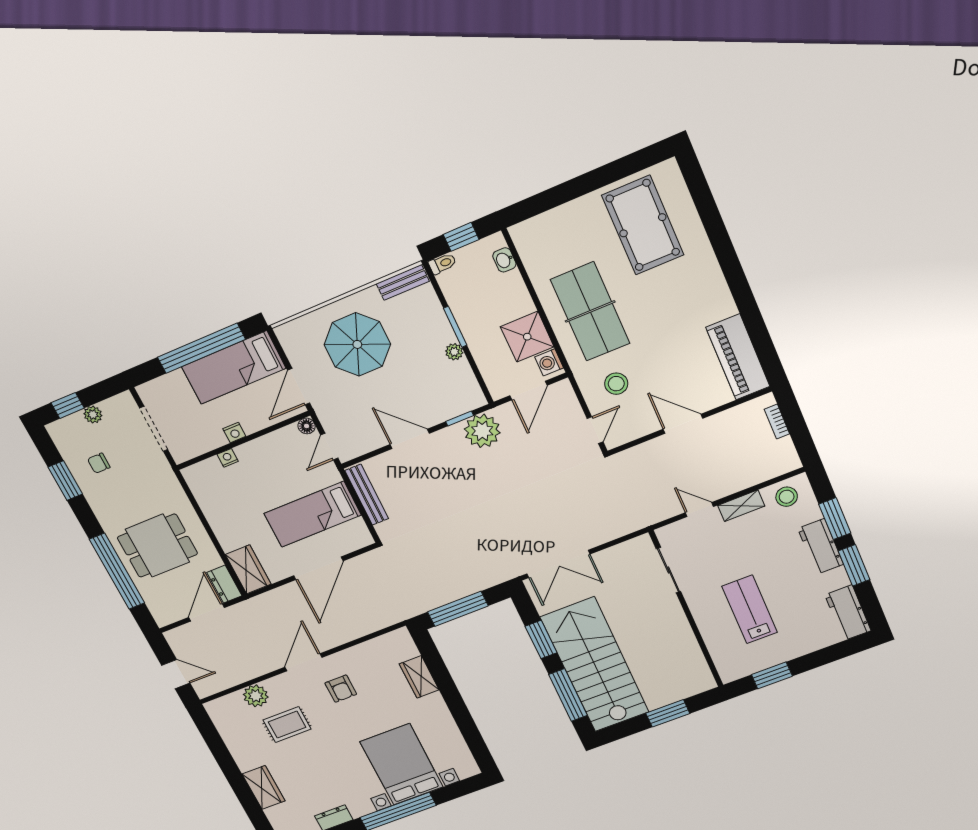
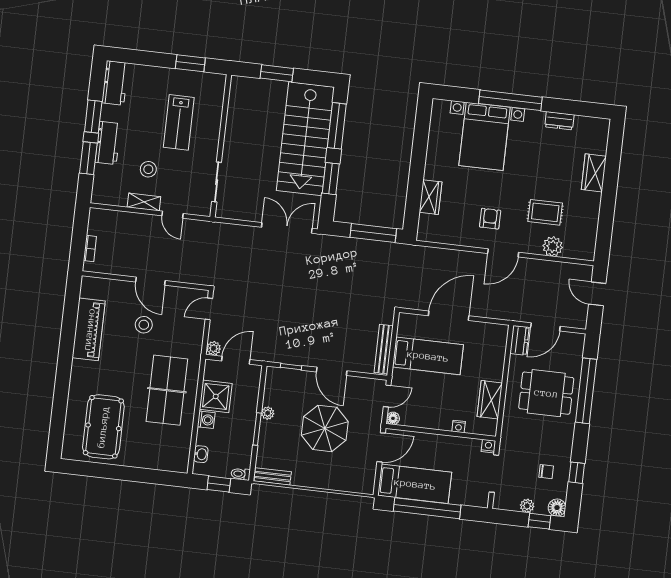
parasol: (357, 344) -> (325, 428), moved
piano: (738, 357) -> (89, 329), moved
washing machine: (549, 362) -> (206, 420), moved
stool: (616, 384) -> (144, 325), moved
floor lamp: (59, 431) -> (557, 508), added
plant: (482, 431) -> (214, 348), moved, width x0.53, depth x0.53
nightstand: (234, 433) -> (488, 446), moved
window: (65, 481) -> (577, 473), width x0.67
stool: (787, 497) -> (148, 169), moved
wardrobe: (248, 569) -> (490, 400), moved

